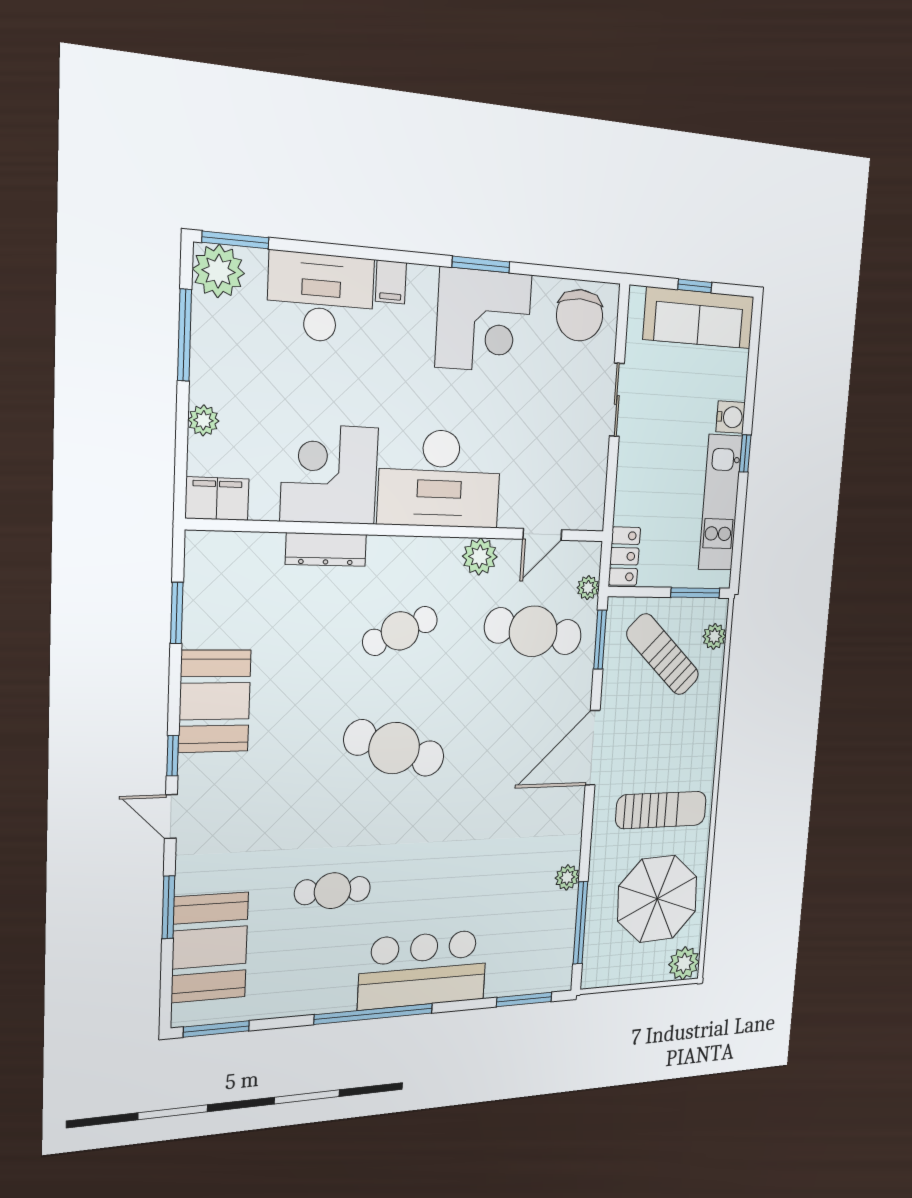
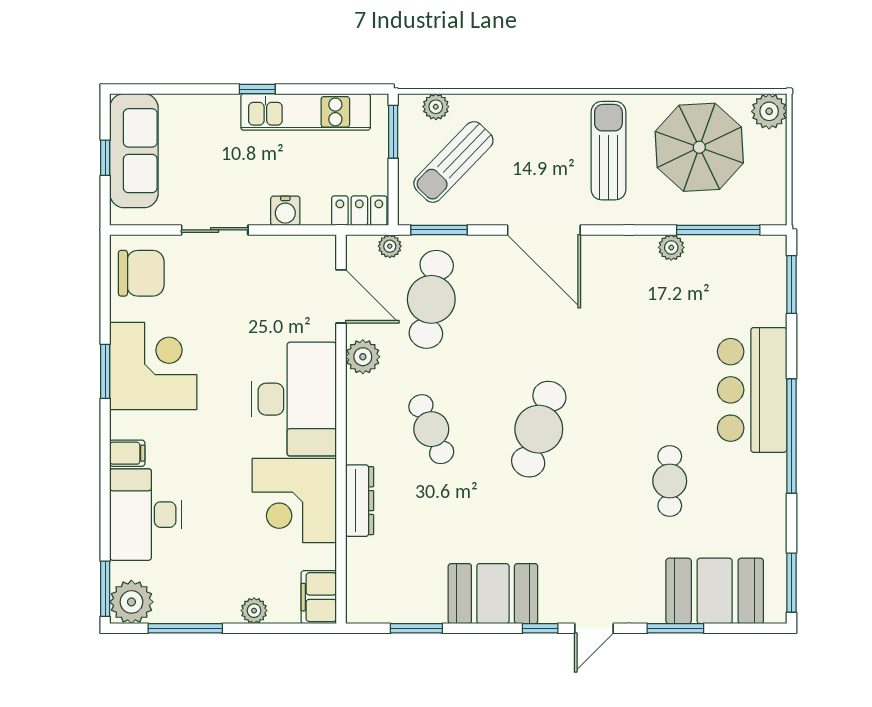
water cooler: (731, 417) -> (285, 211), moved, turned 180
door: (542, 534) -> (341, 296), width x1.38

